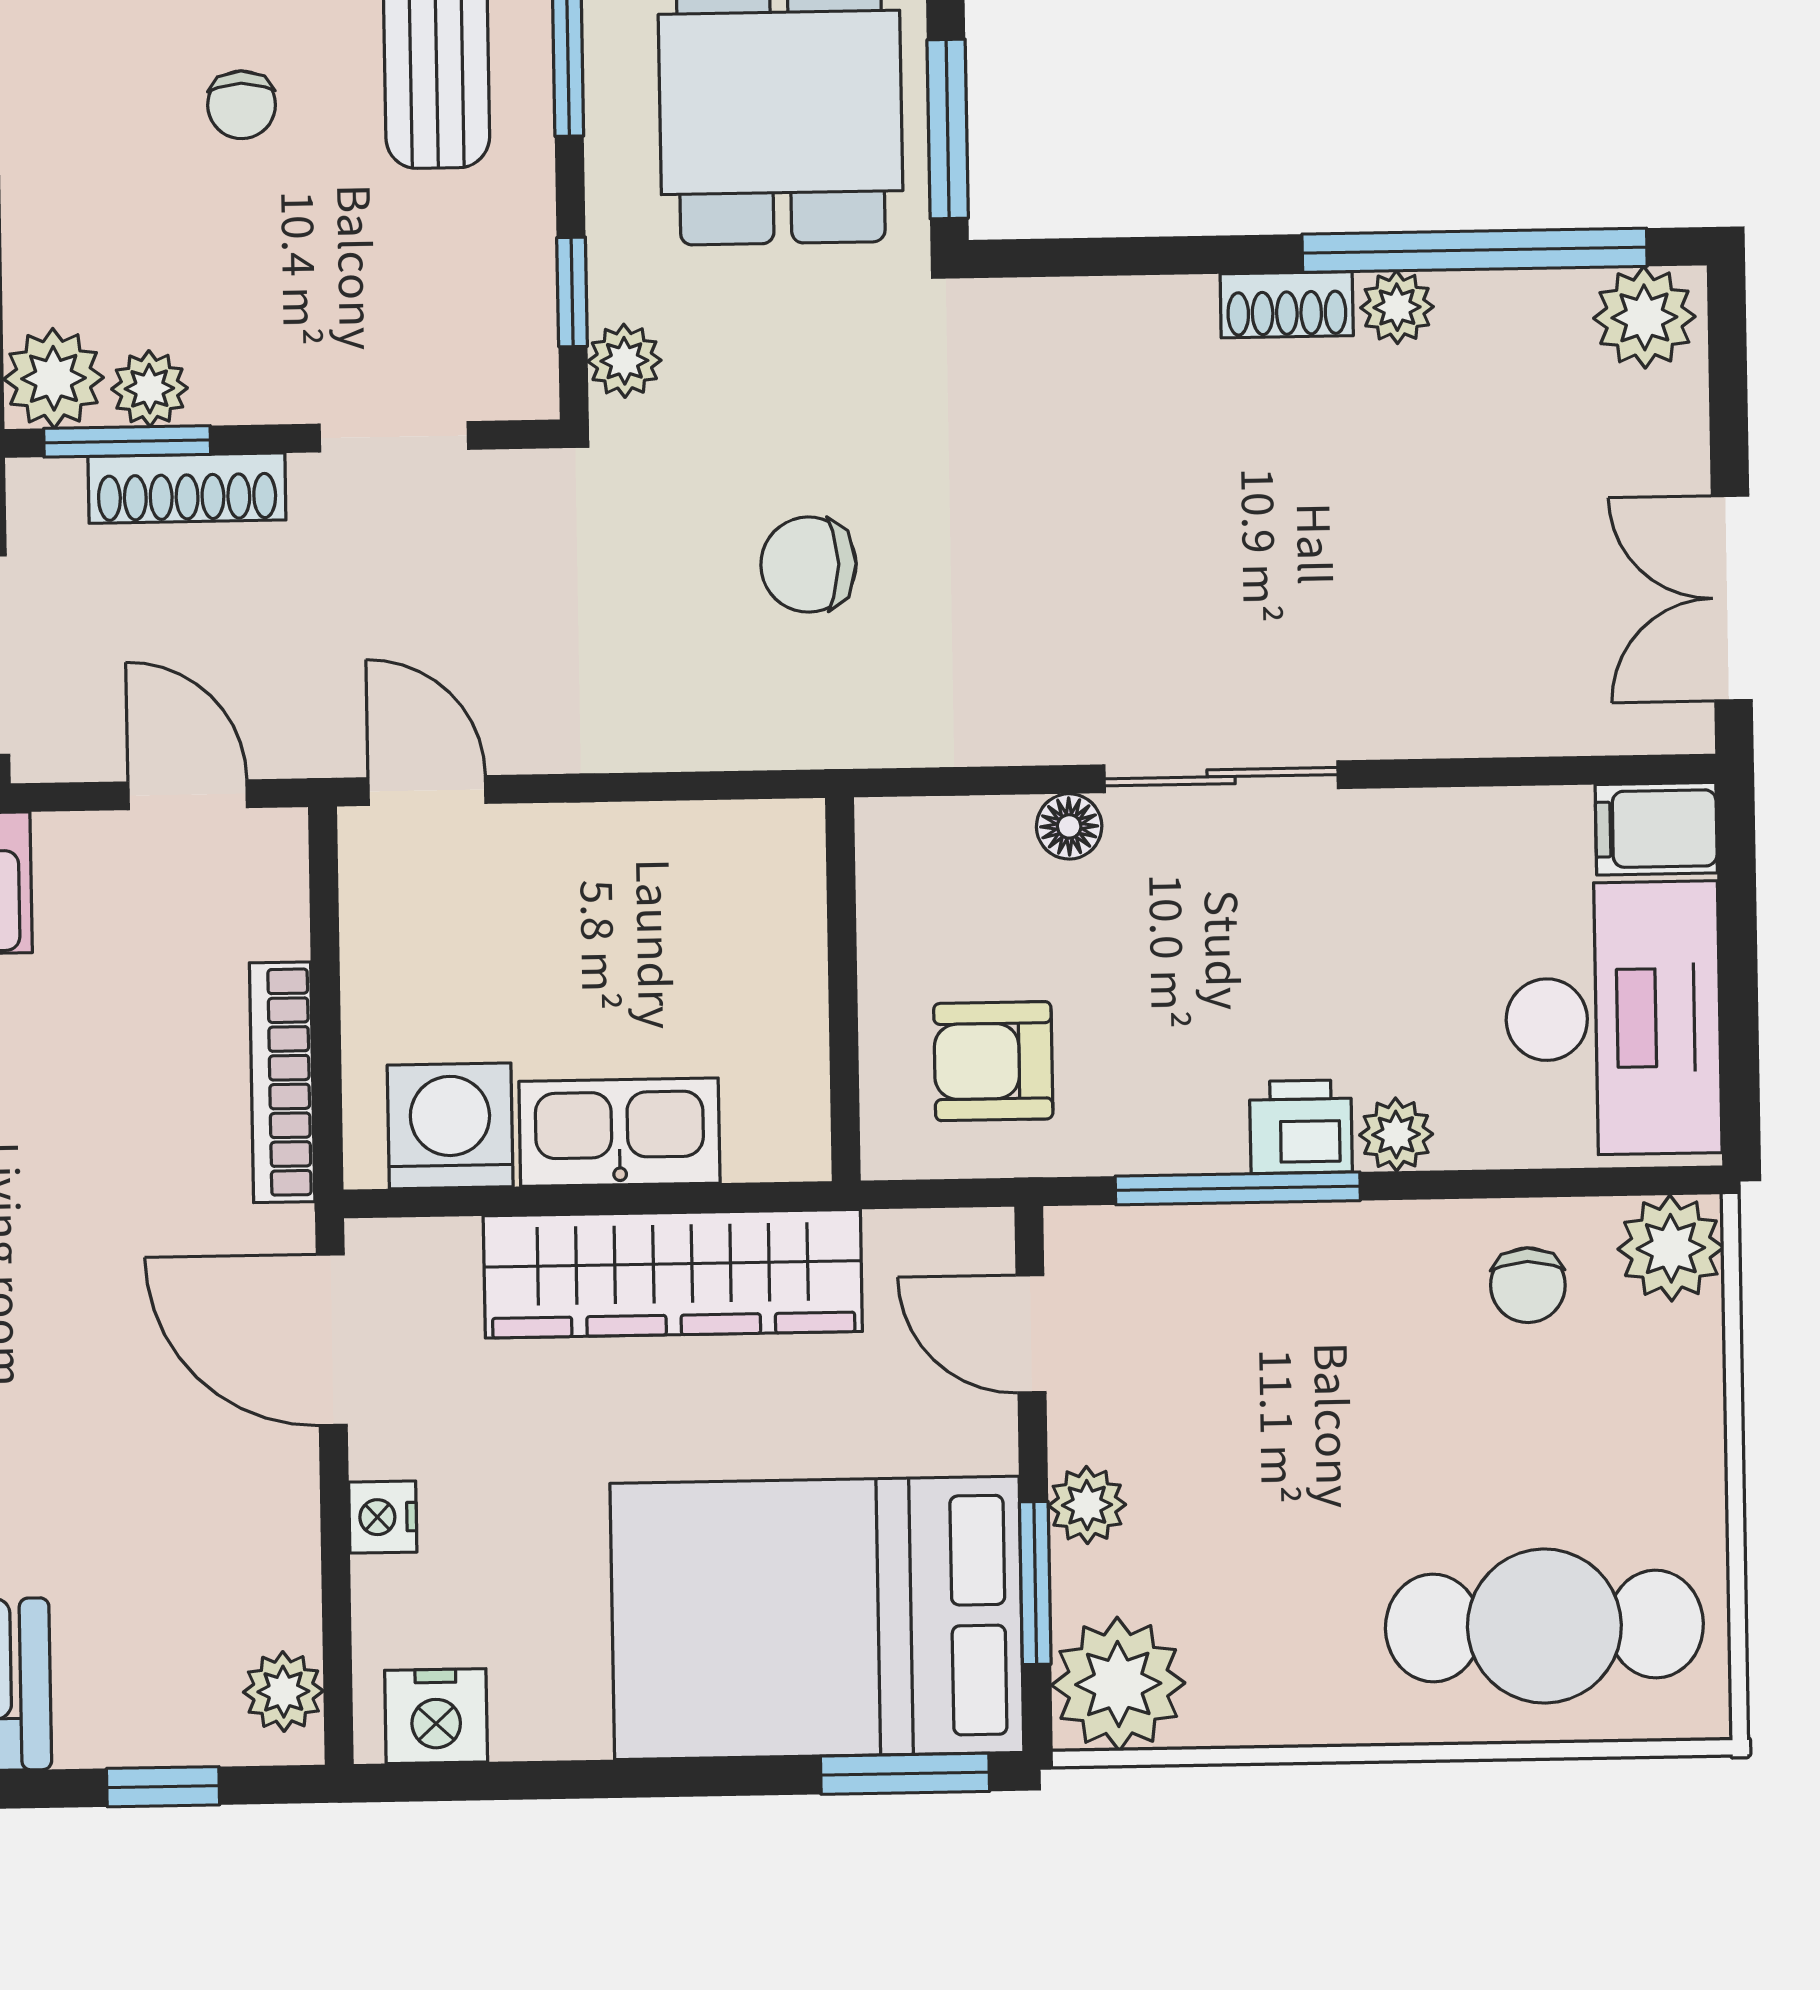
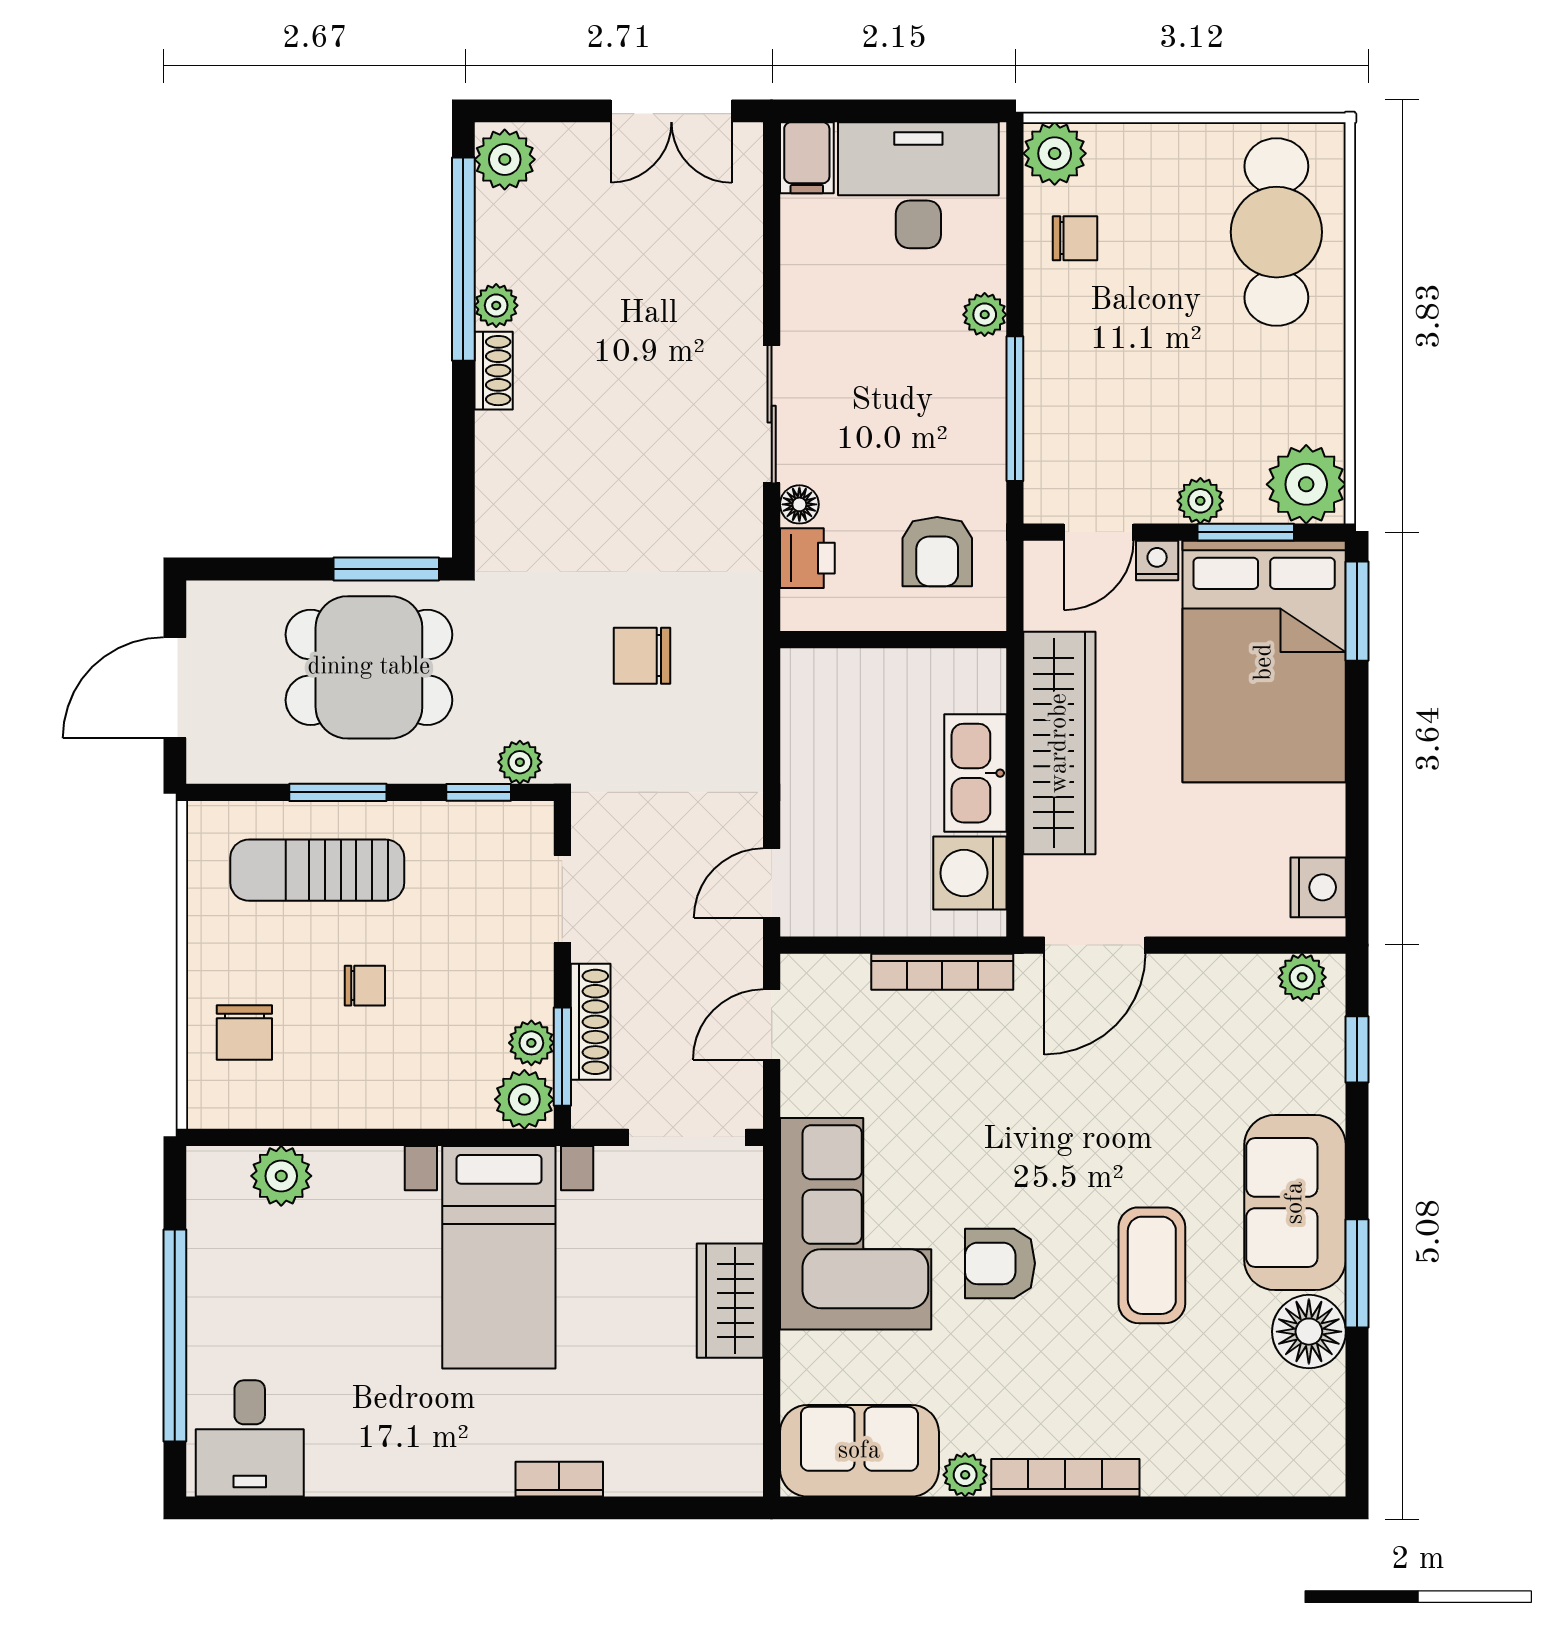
chair: (808, 565) -> (642, 656), turned 90
printer: (1301, 1127) -> (807, 558), moved, turned 180
nightstand: (383, 1517) -> (1157, 561), moved, turned 180

